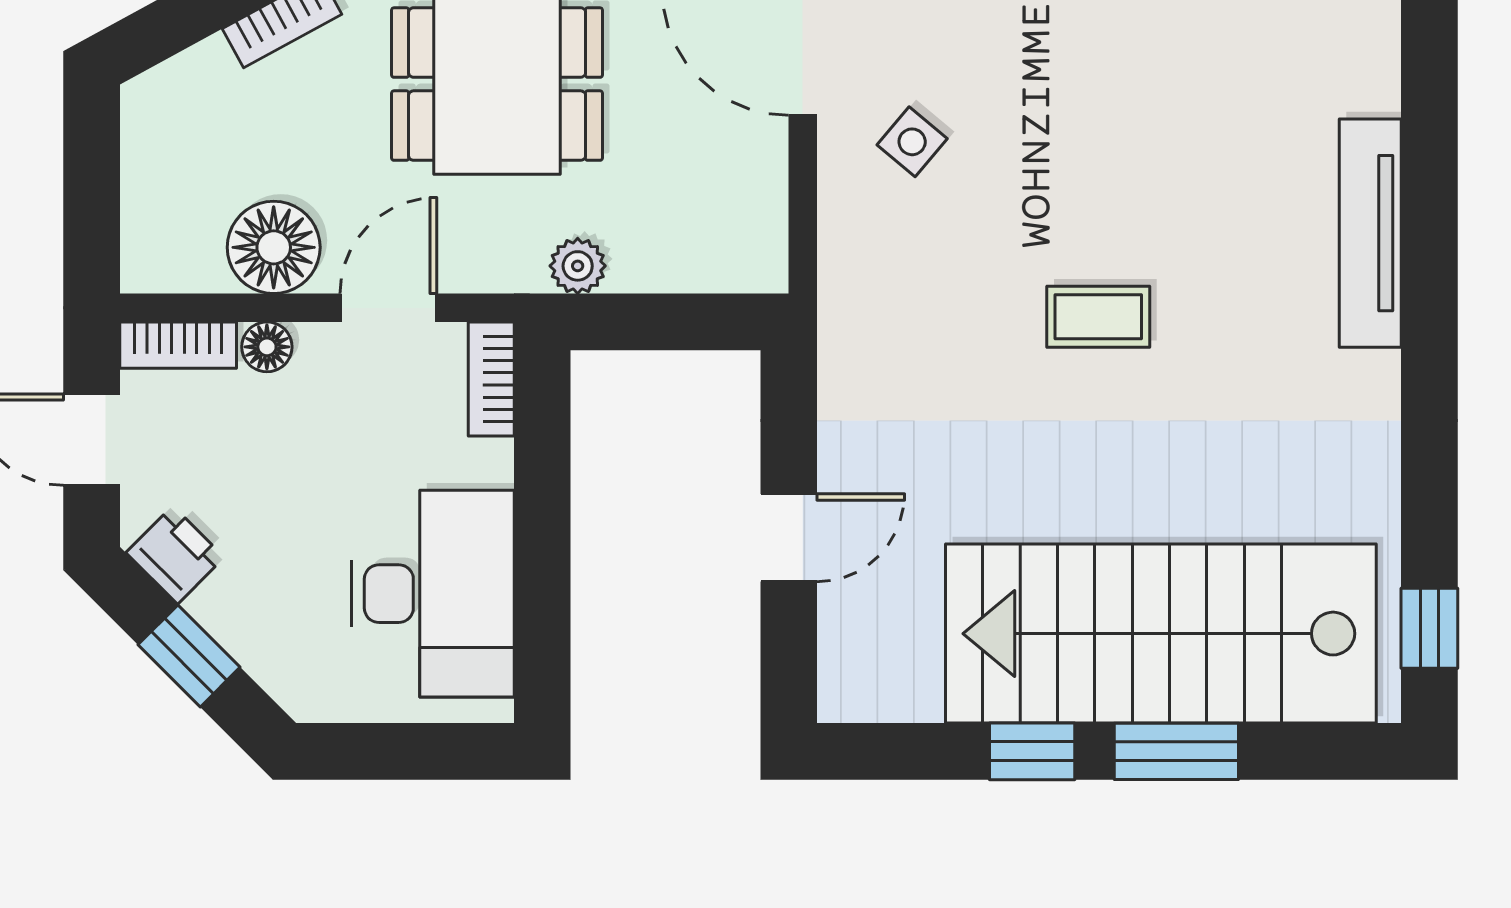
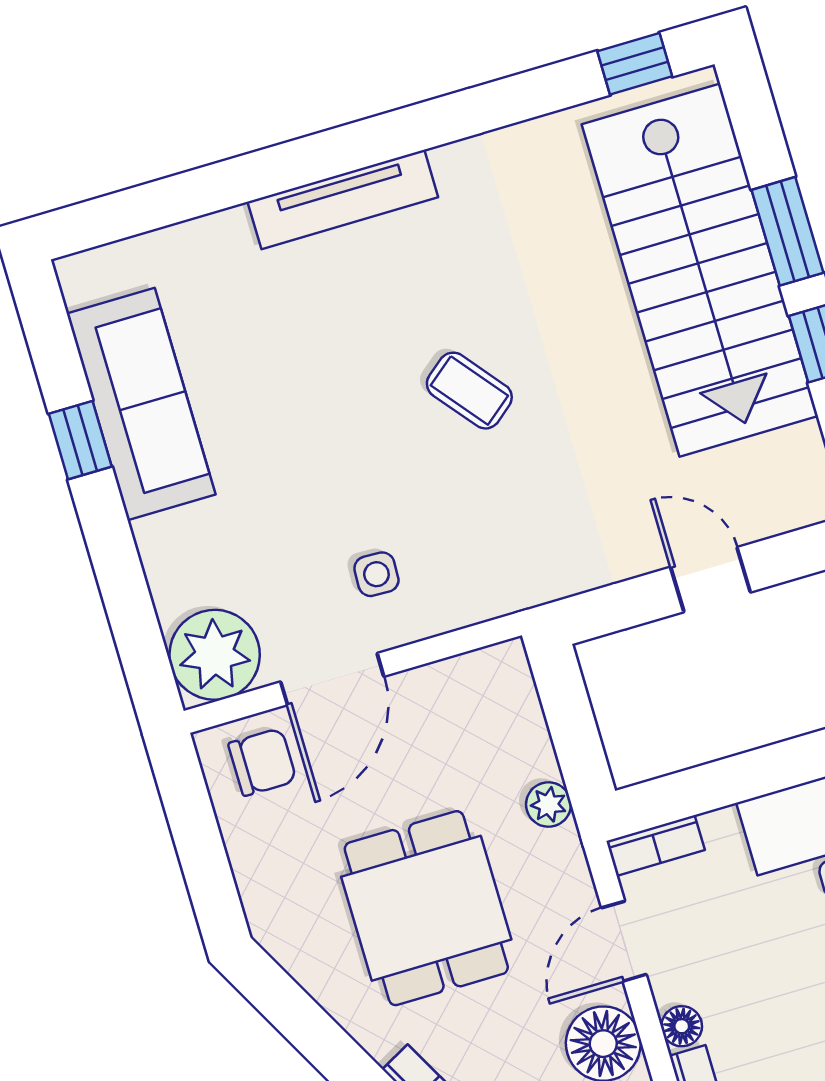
side table: (912, 142) -> (376, 574), turned -38
door: (388, 308) -> (624, 941), hinge flipped
coffee table: (1098, 317) -> (469, 391), turned -39

